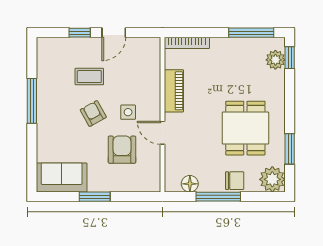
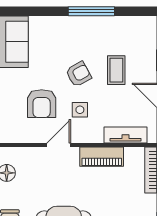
tv unit: (153, 68) -> (126, 135), added
armchair: (122, 150) -> (42, 104), turned 90

